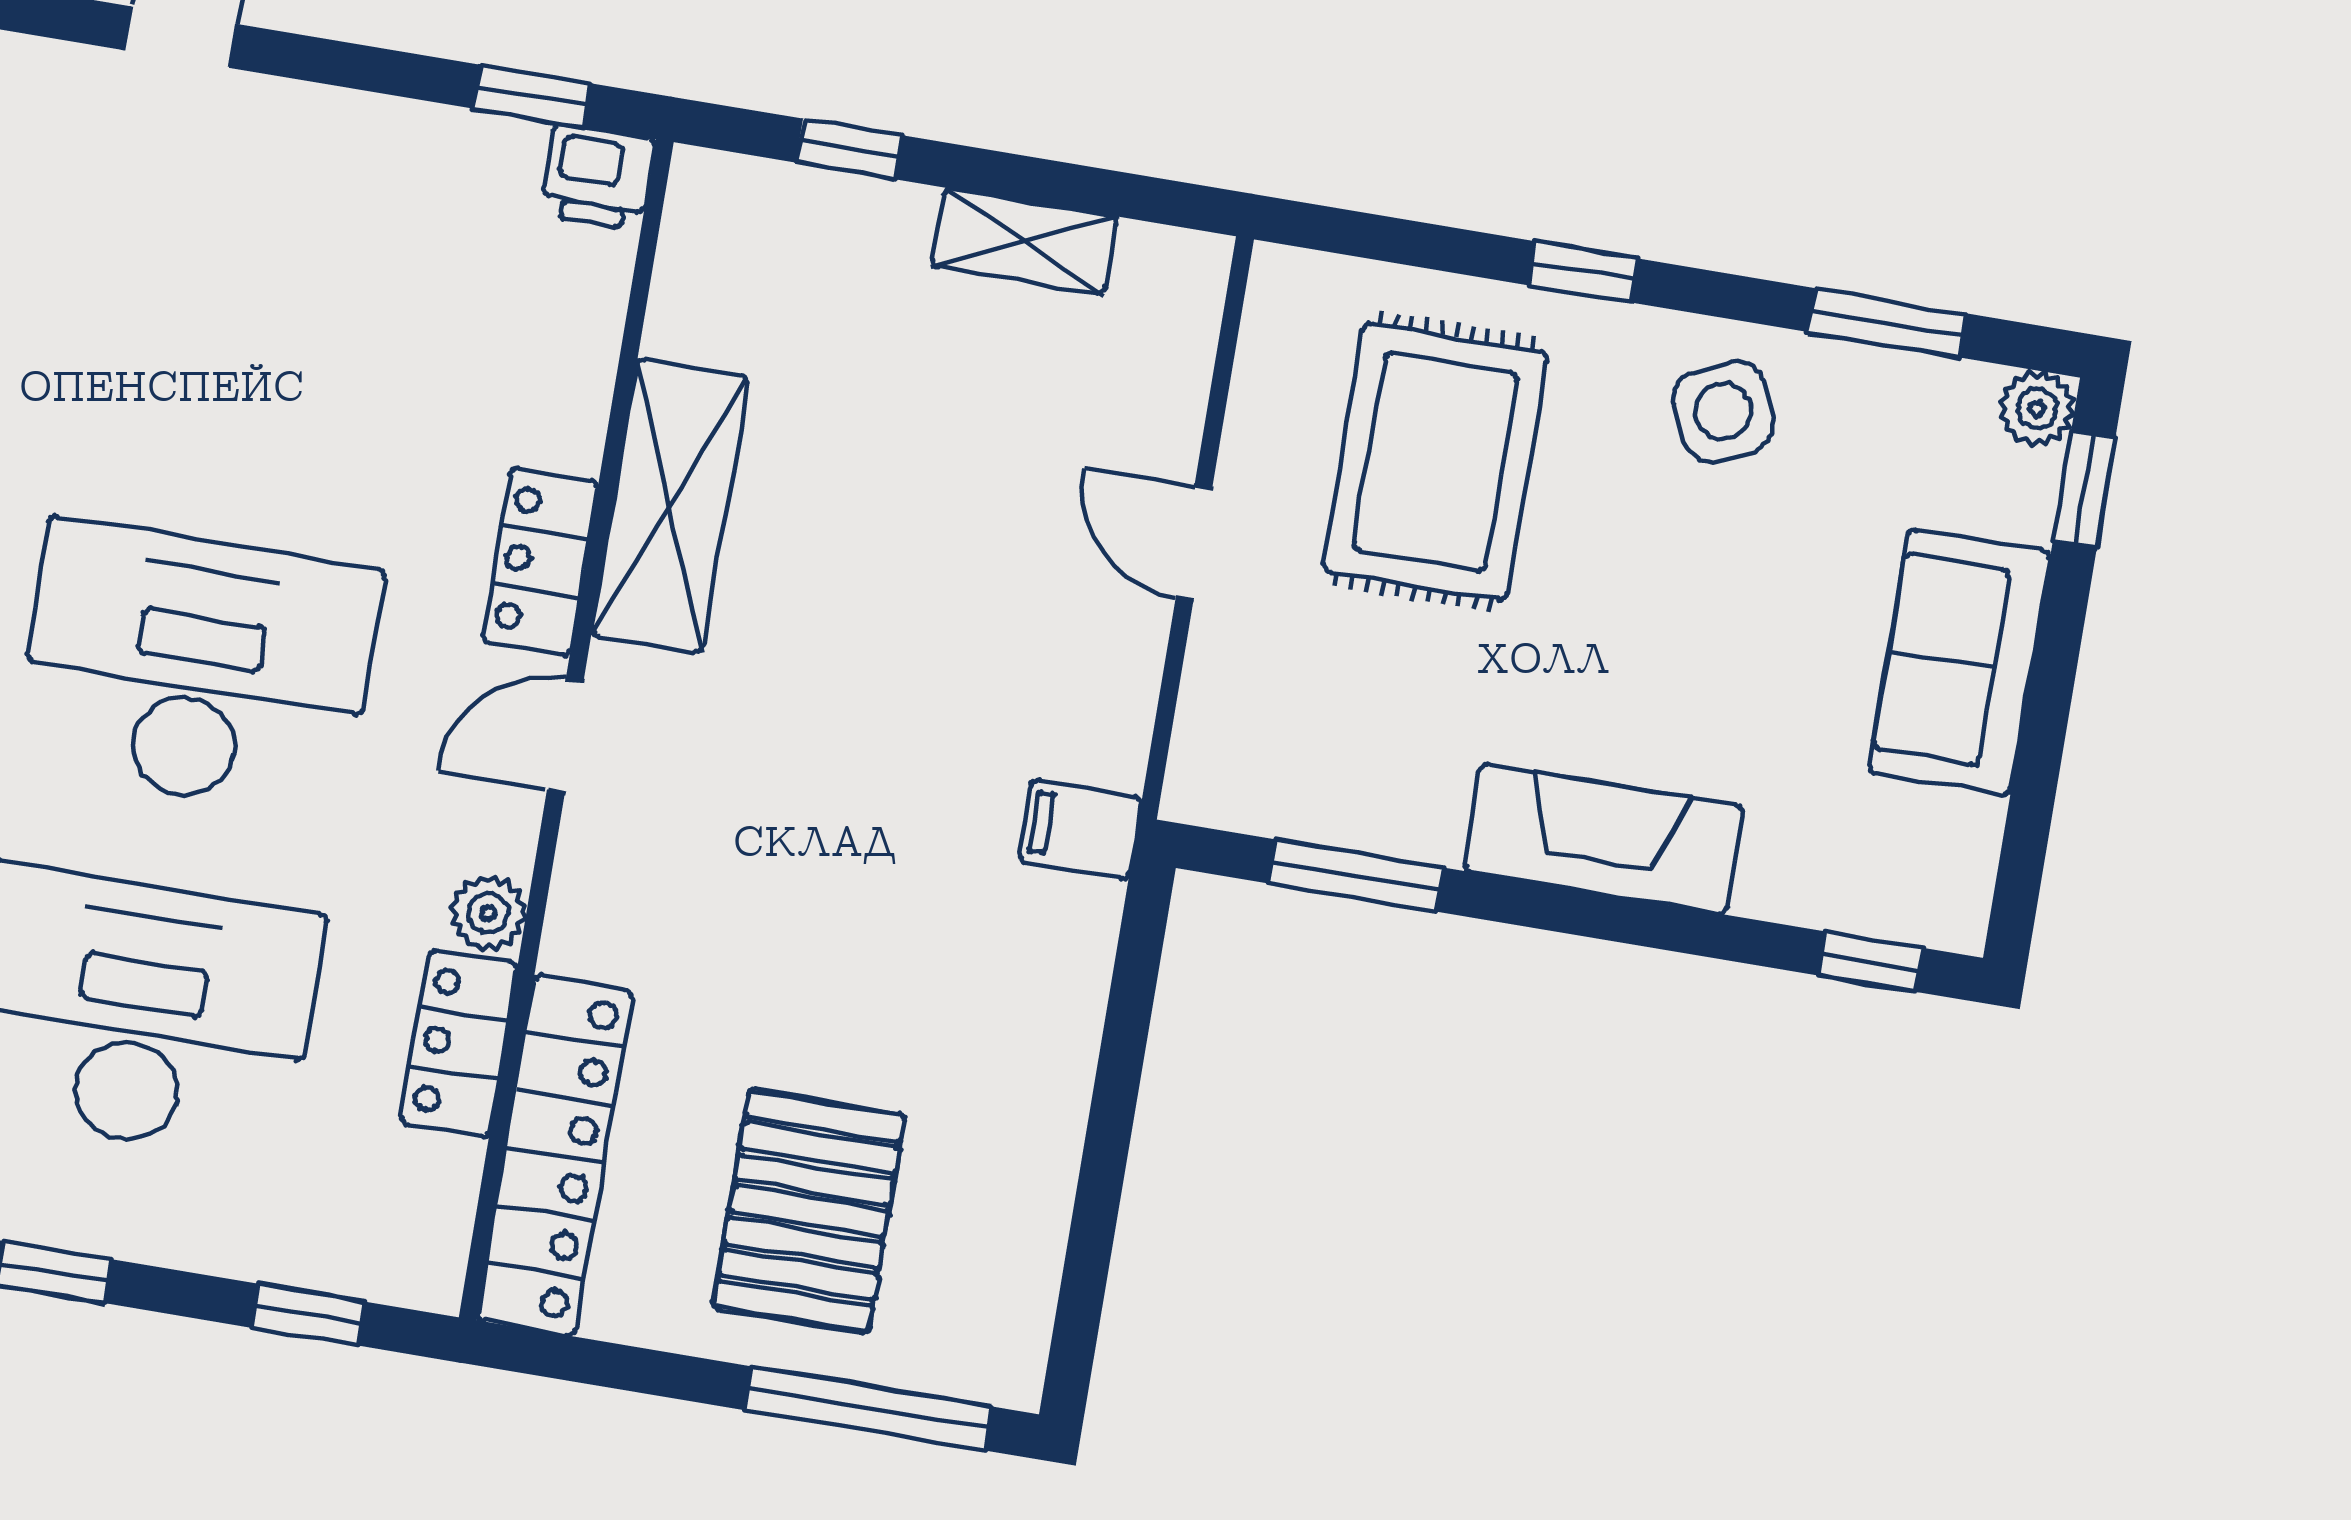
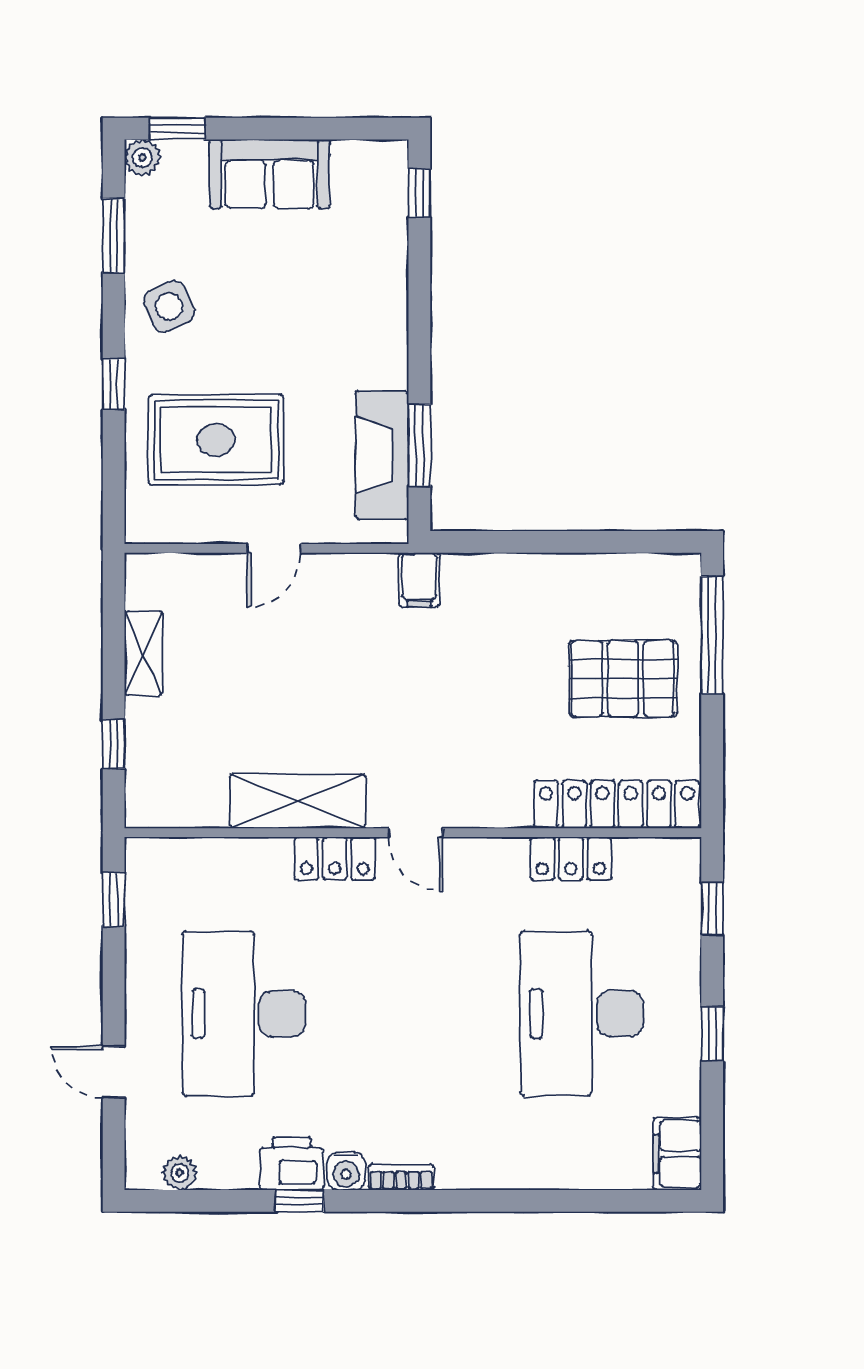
printer: (598, 177) -> (147, 862), removed
desk: (197, 668) -> (244, 1014), moved
fireplace: (1604, 839) -> (382, 455), moved
plant: (488, 913) -> (506, 855), removed

